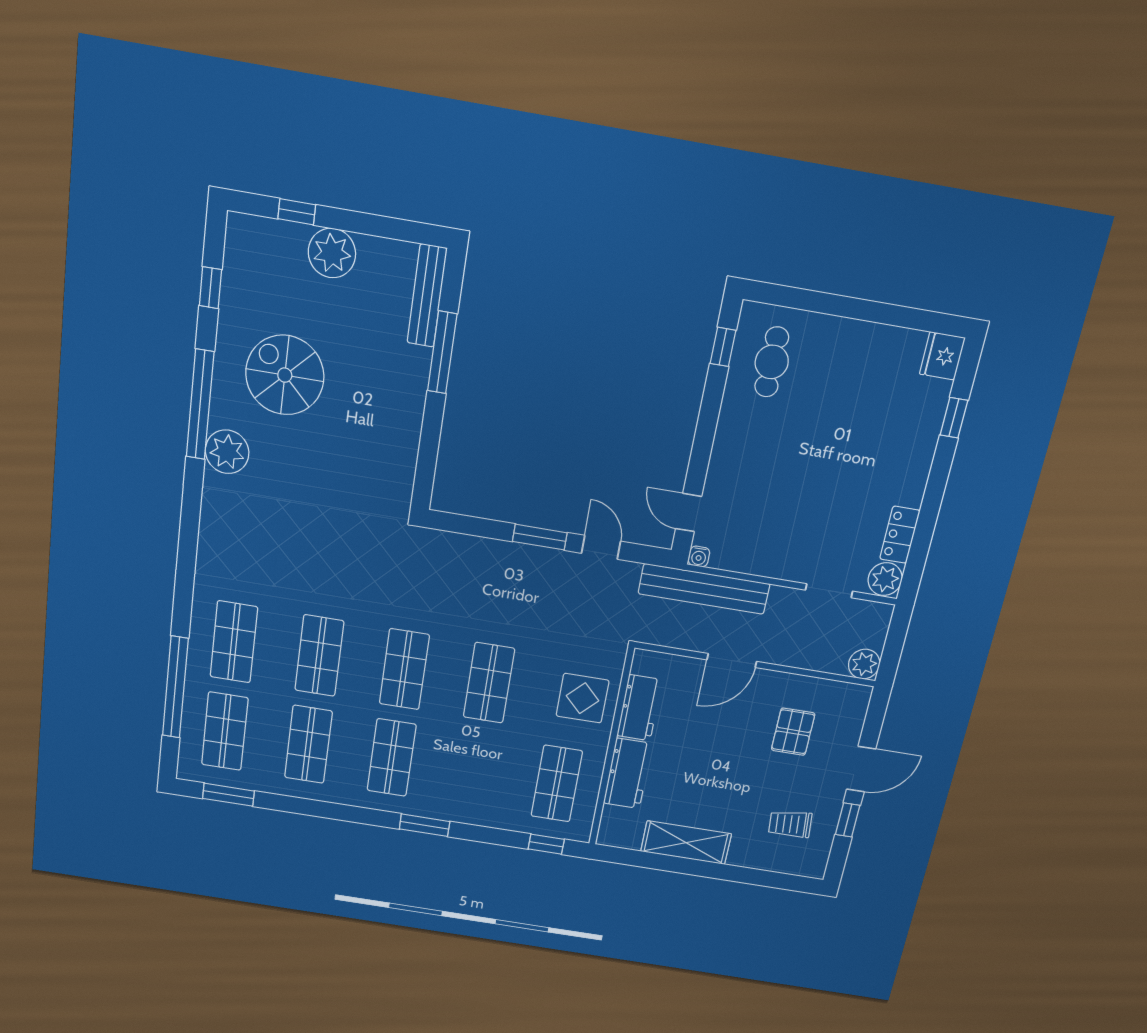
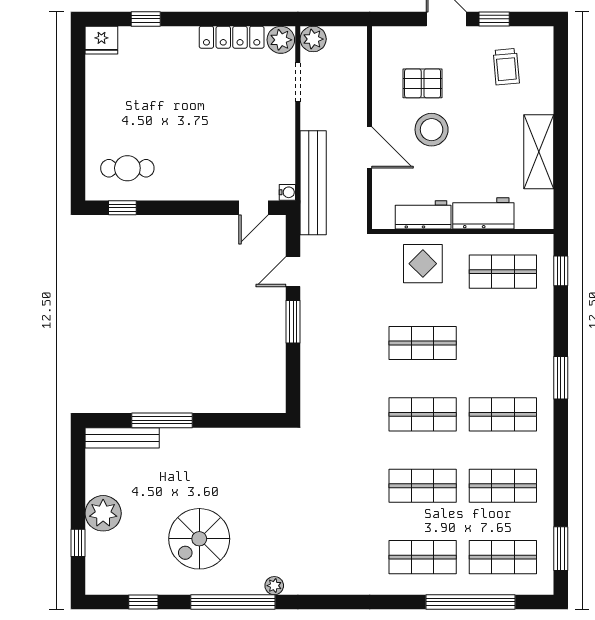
plant: (227, 452) -> (274, 586), width x0.53, depth x0.53
locker: (900, 535) -> (232, 37), width x1.53
plant: (864, 664) -> (313, 39), moved
stool: (737, 733) -> (432, 130), added

